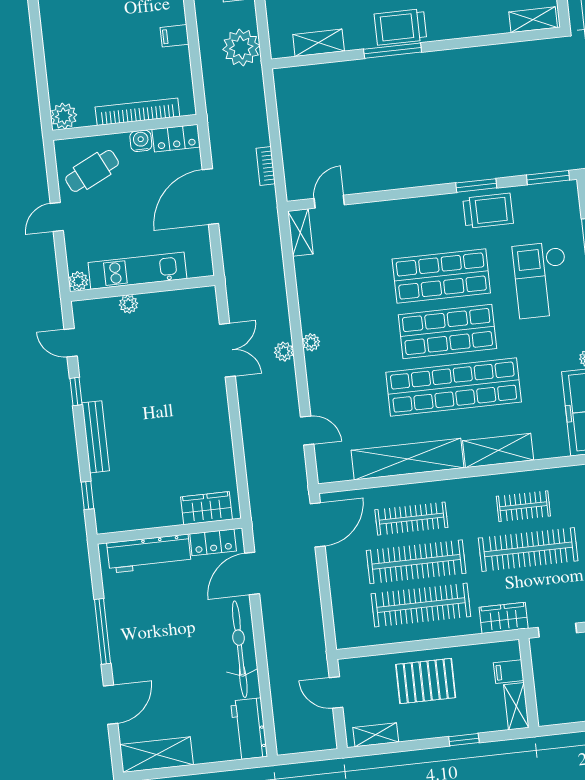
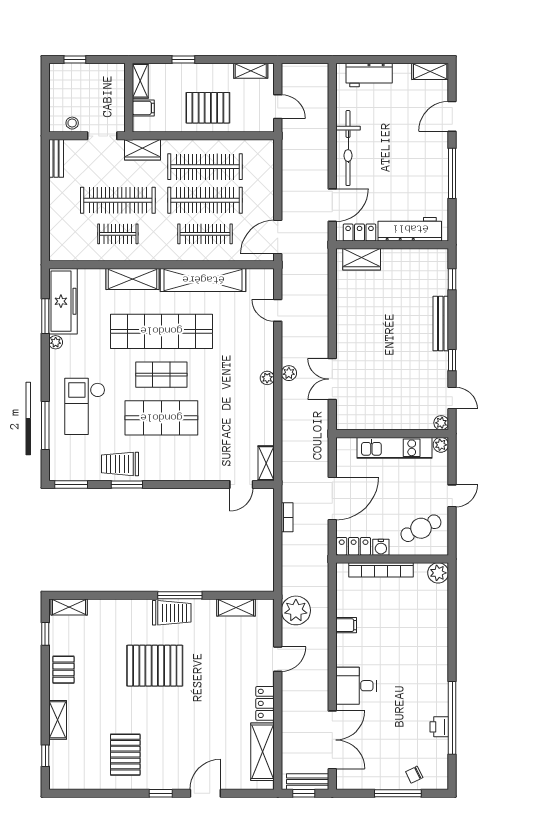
checkout: (541, 280) -> (85, 406), turned 180
plant: (129, 304) -> (441, 423), moved
shop shelf: (447, 332) -> (161, 375), width x0.70, depth x0.74
workbench: (249, 729) -> (369, 75), moved, turned 90
shelving: (156, 755) -> (430, 71), width x0.67, depth x0.75

